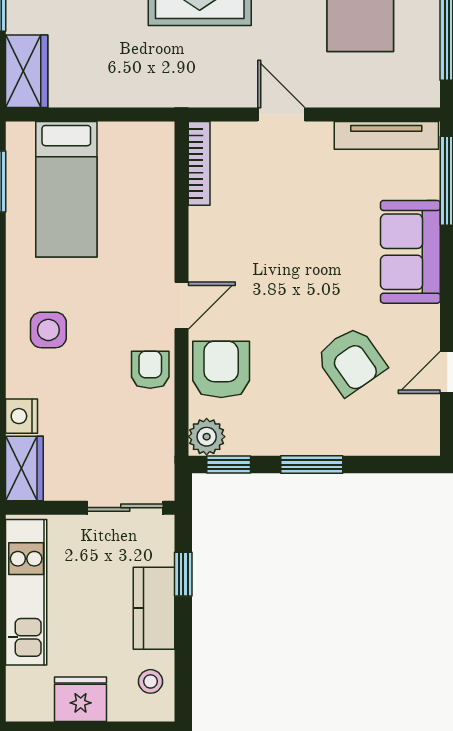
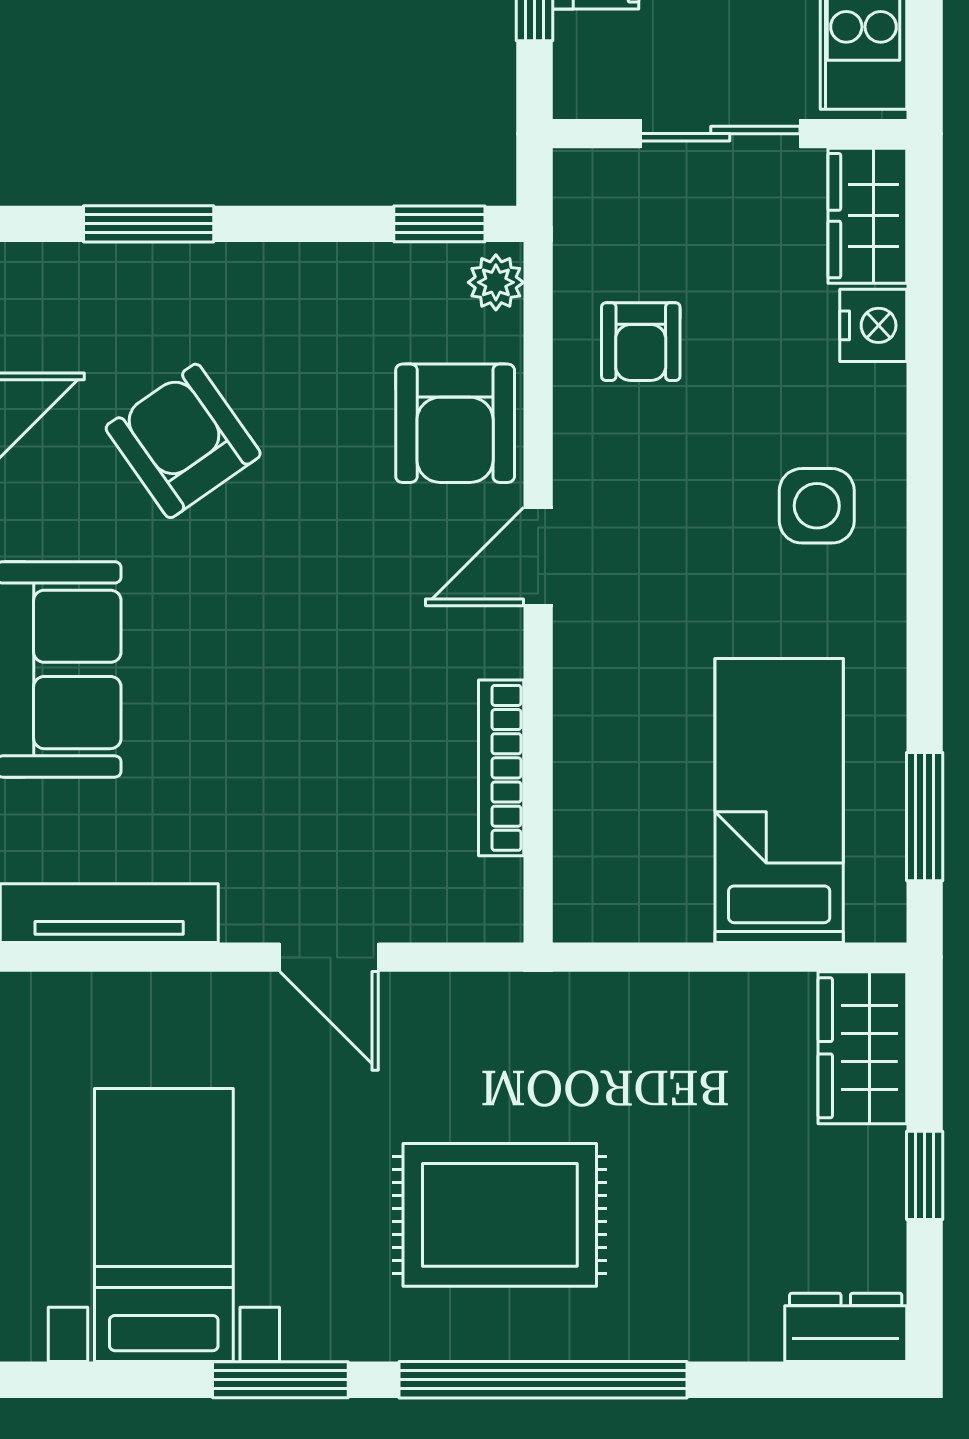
bookcase: (199, 163) -> (501, 768), moved
armchair: (150, 370) -> (641, 342), moved
plant: (207, 437) -> (496, 282), width x0.73, depth x0.73
window: (312, 465) -> (149, 224), moved
sliding door: (125, 508) -> (720, 134), moved

